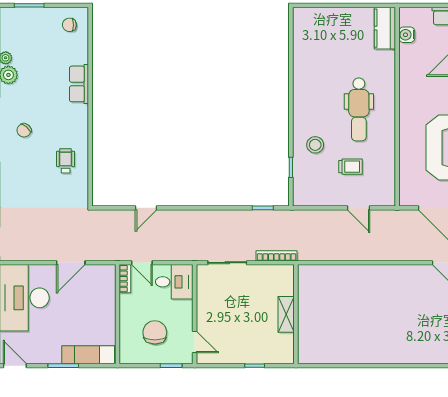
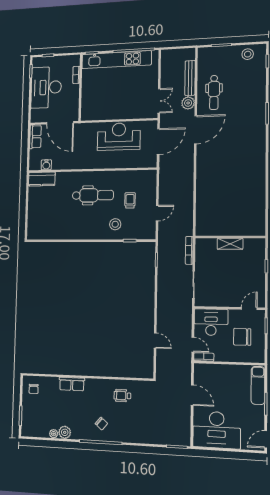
door: (359, 208) -> (157, 213), moved
door: (142, 263) -> (193, 345), hinge flipped
desk: (174, 282) -> (211, 322), width x1.37

